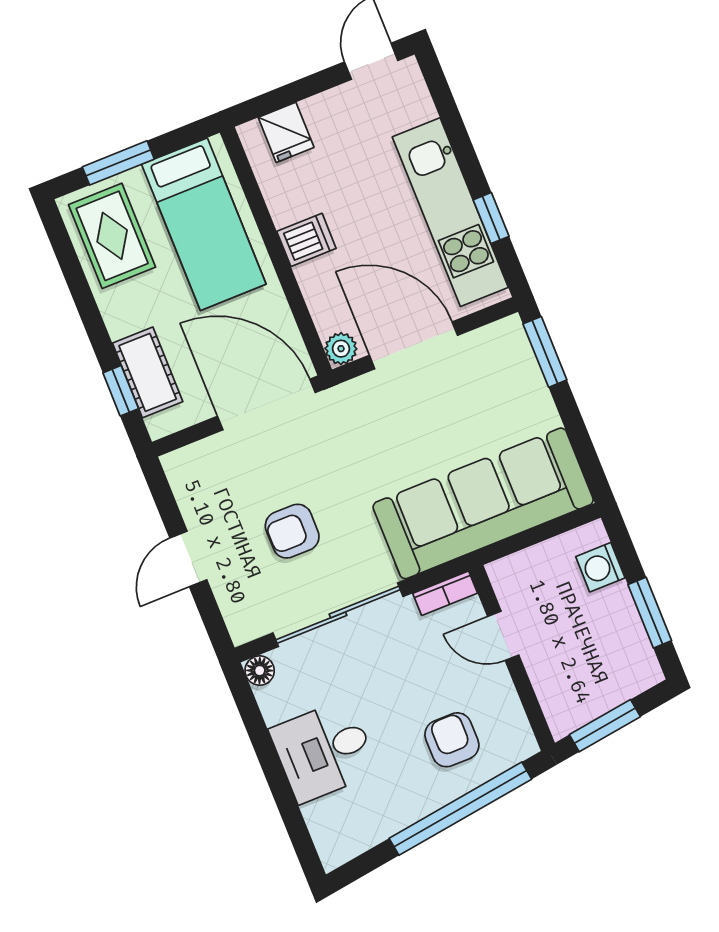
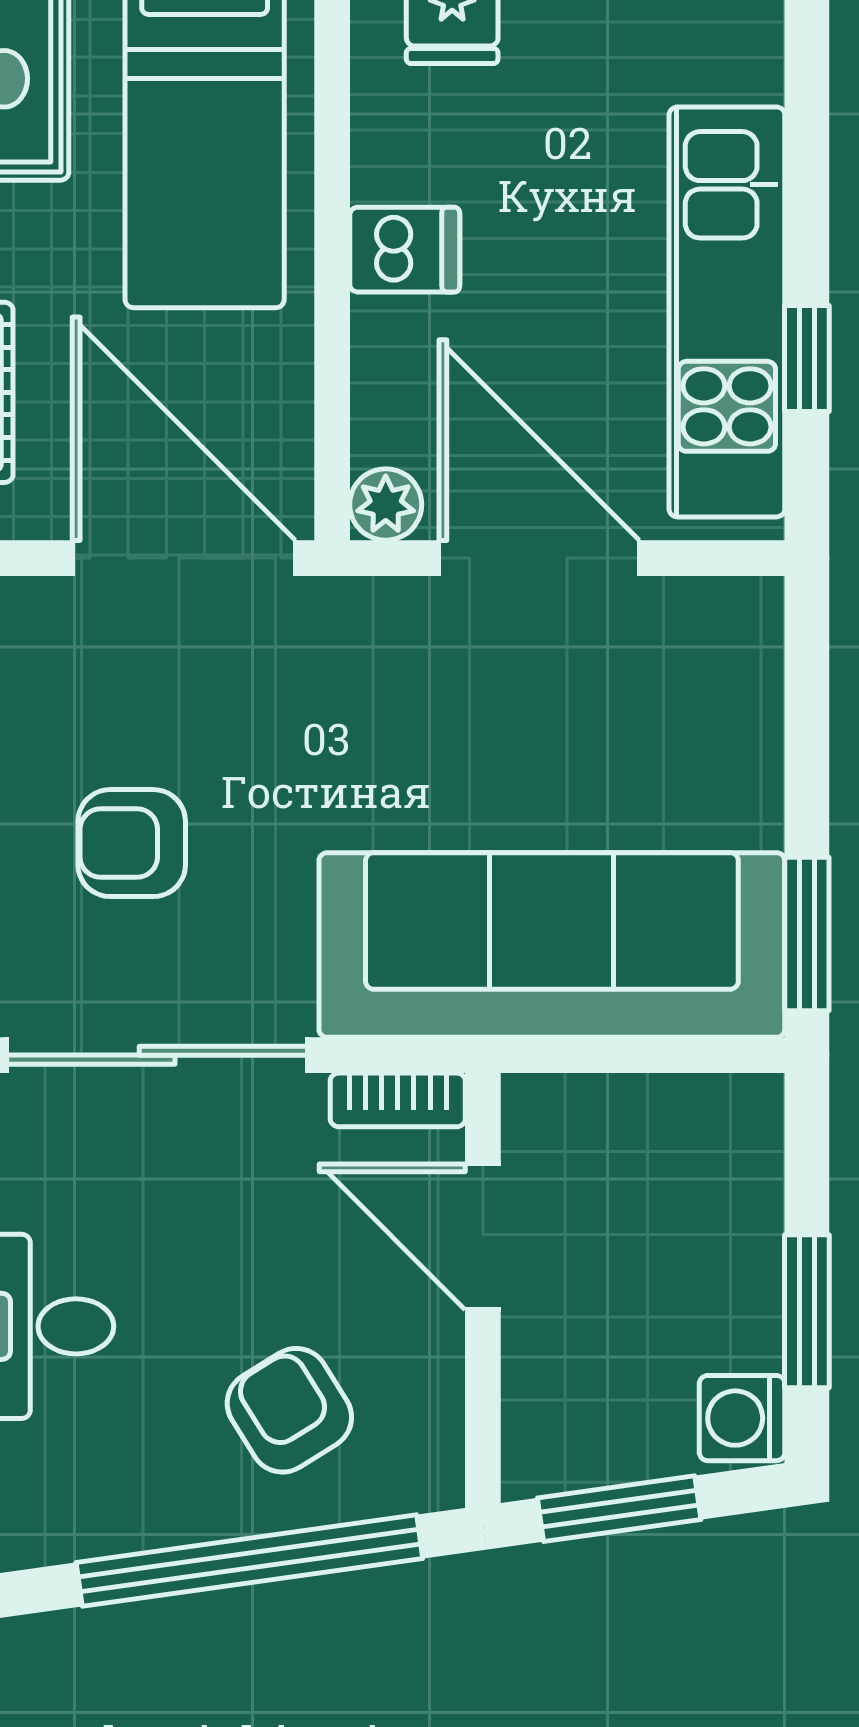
window: (545, 352) -> (807, 934), moved
washing machine: (600, 567) -> (742, 1418), moved
door: (503, 636) -> (483, 1237), width x1.38
armchair: (452, 740) -> (289, 1410), turned -32

